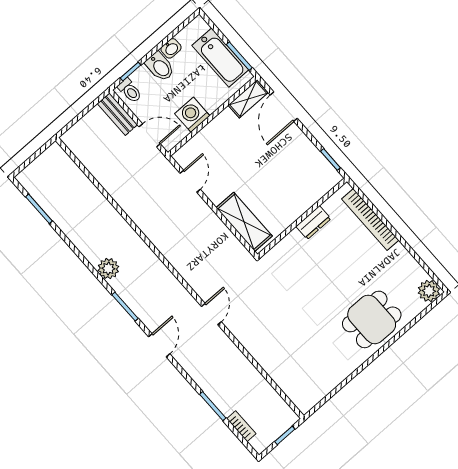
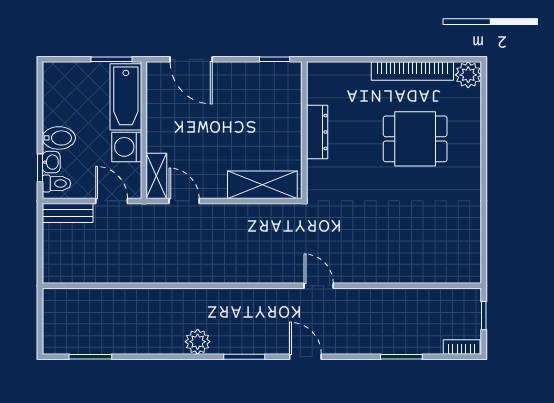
washbasin: (171, 48) -> (51, 162), moved
bathtub: (220, 58) -> (126, 97), moved, turned 90
shelving: (248, 99) -> (156, 176), moved
door: (150, 135) -> (112, 201), hinge flipped
bookcase: (370, 220) -> (412, 71), moved
dresser: (313, 223) -> (317, 132), width x1.44
dining table: (372, 319) -> (415, 139), moved, turned 90
bookcase: (241, 426) -> (462, 347), moved

